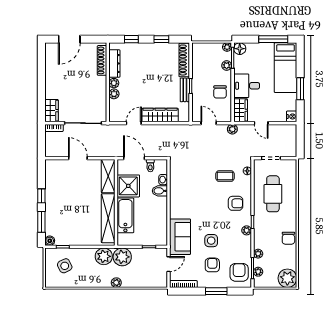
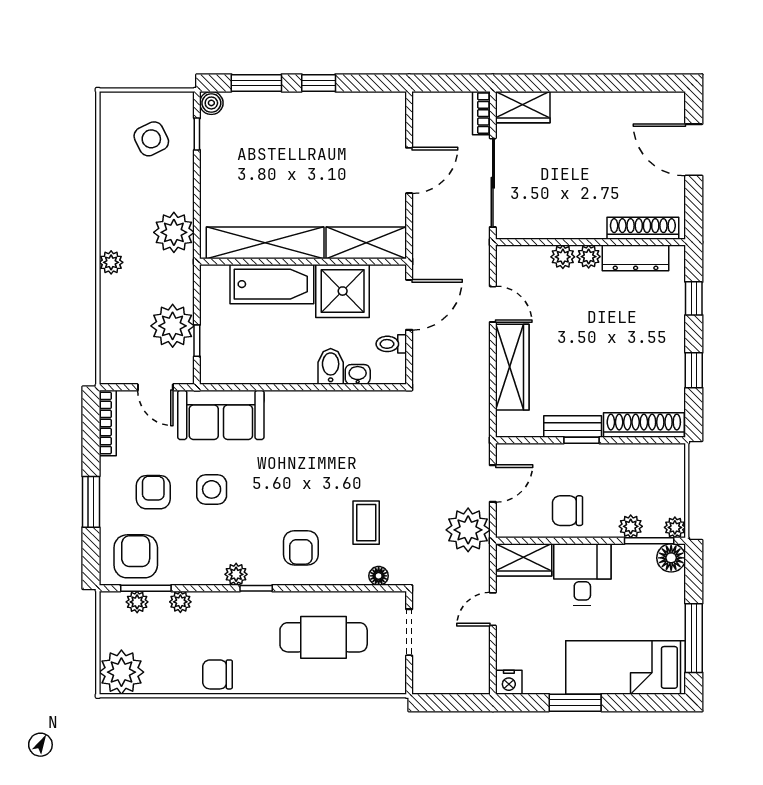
plant: (232, 129) -> (468, 530), width x1.88, depth x1.88
plant: (122, 257) -> (173, 326), moved
armchair: (212, 265) -> (153, 492), turned -90
armchair: (239, 272) -> (136, 556), turned -90

